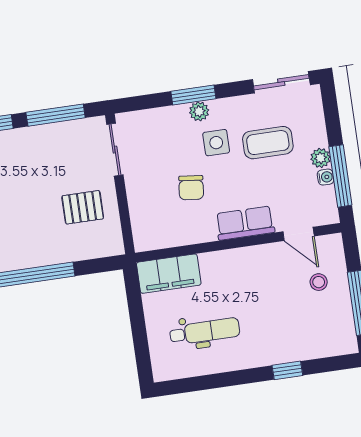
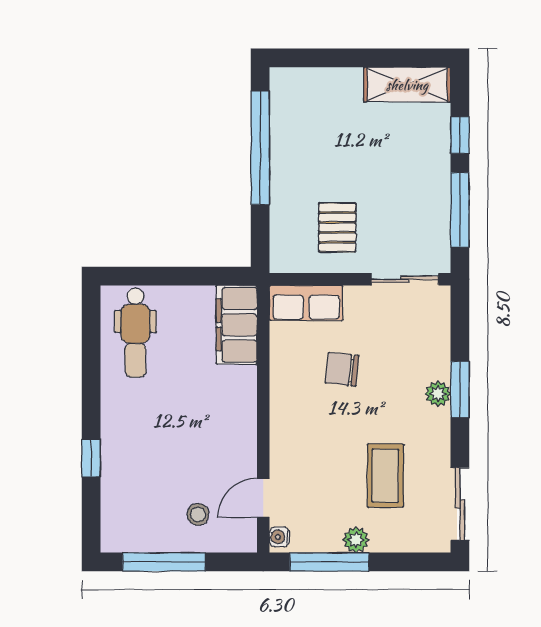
side table: (216, 143) -> (395, 410), removed
water cooler: (326, 177) -> (279, 537), moved, turned 90
row of seats: (245, 223) -> (306, 303), moved, turned 90
dental chair: (205, 331) -> (135, 333), moved

